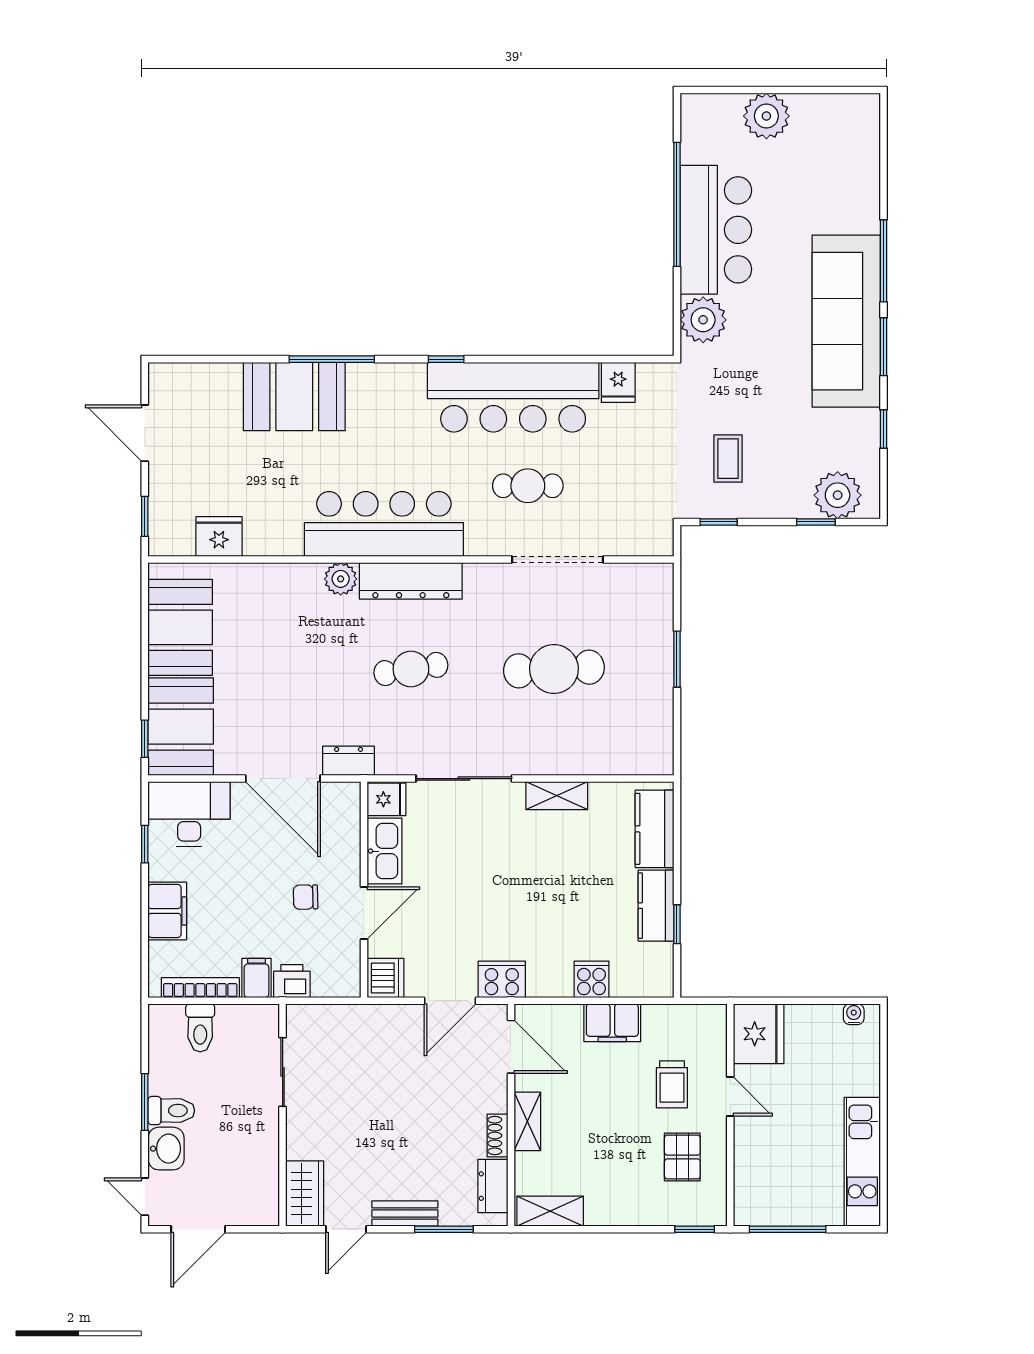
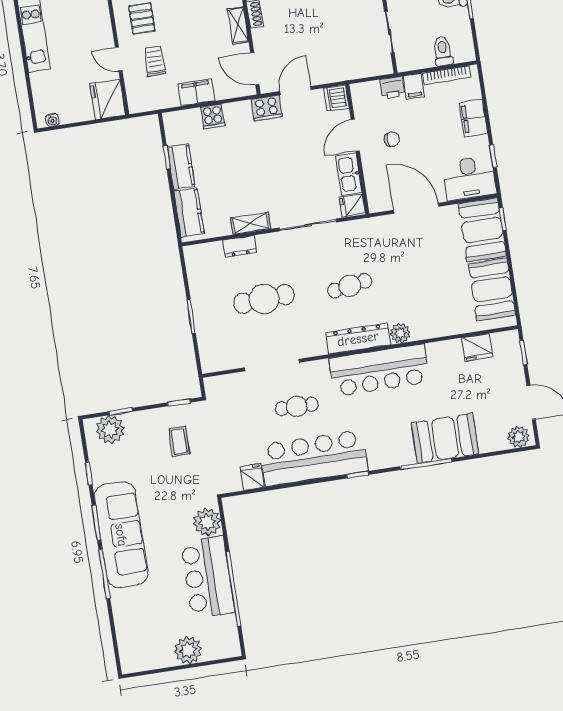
plant: (174, 380) -> (519, 437), added
dresser: (349, 761) -> (240, 246), moved

